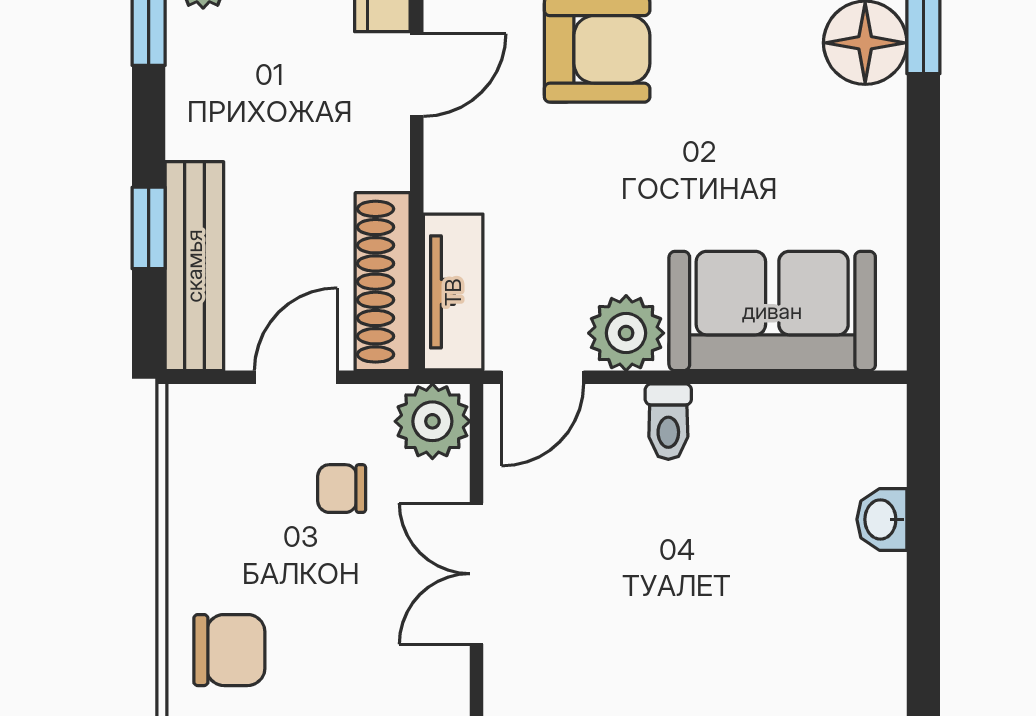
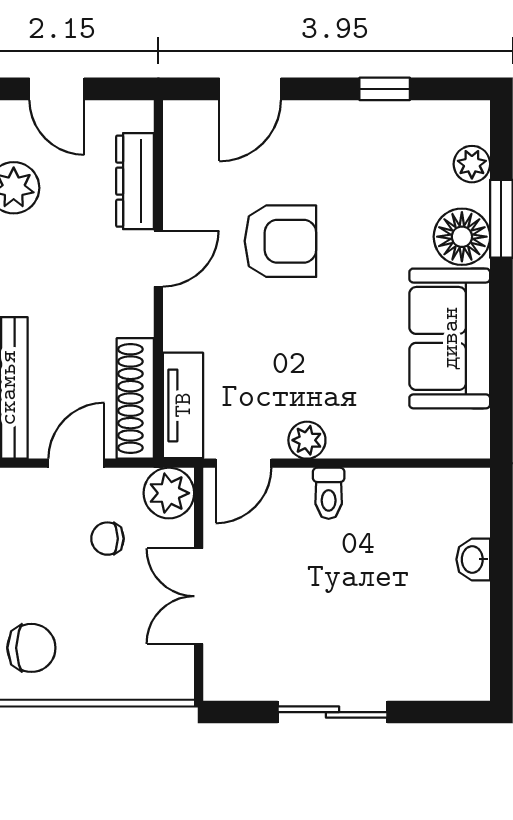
sofa: (772, 311) -> (450, 338), moved, turned -90
plant: (626, 333) -> (307, 440), width x0.73, depth x0.73

